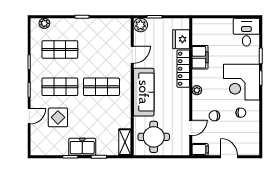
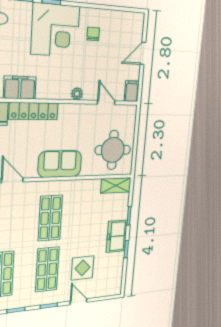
plant: (197, 90) -> (77, 94), moved
sofa: (144, 92) -> (60, 164), width x0.73
chair: (214, 116) -> (94, 71), removed

